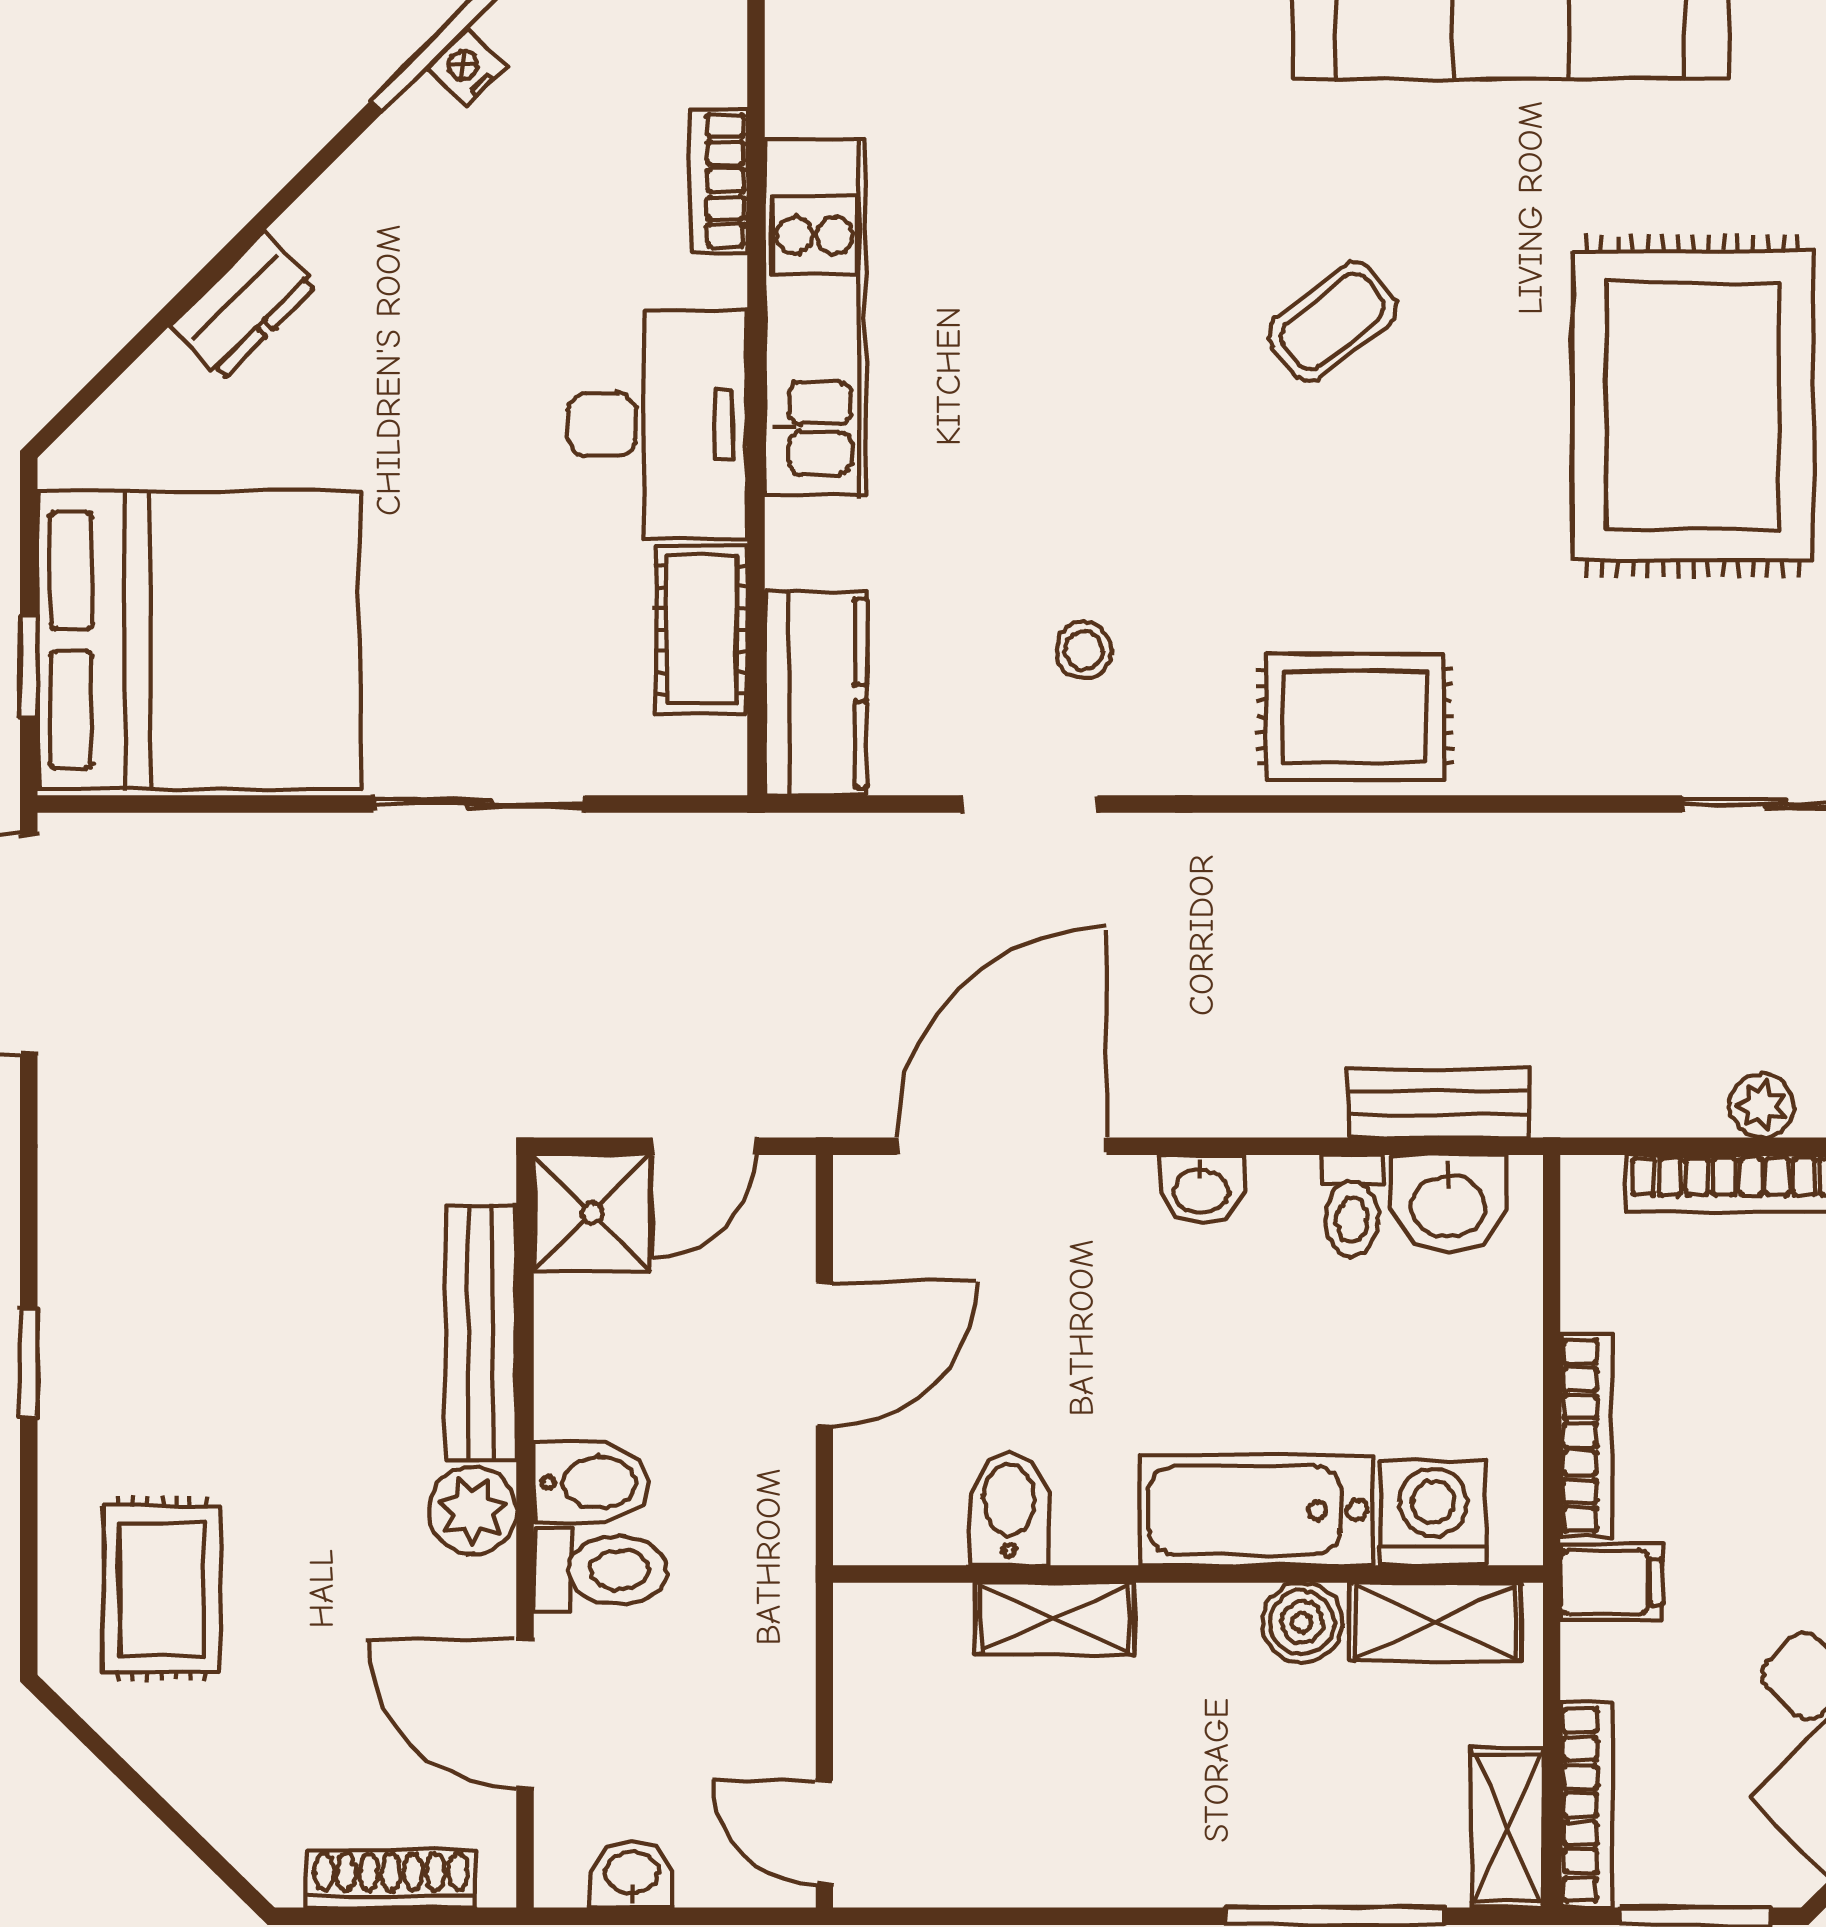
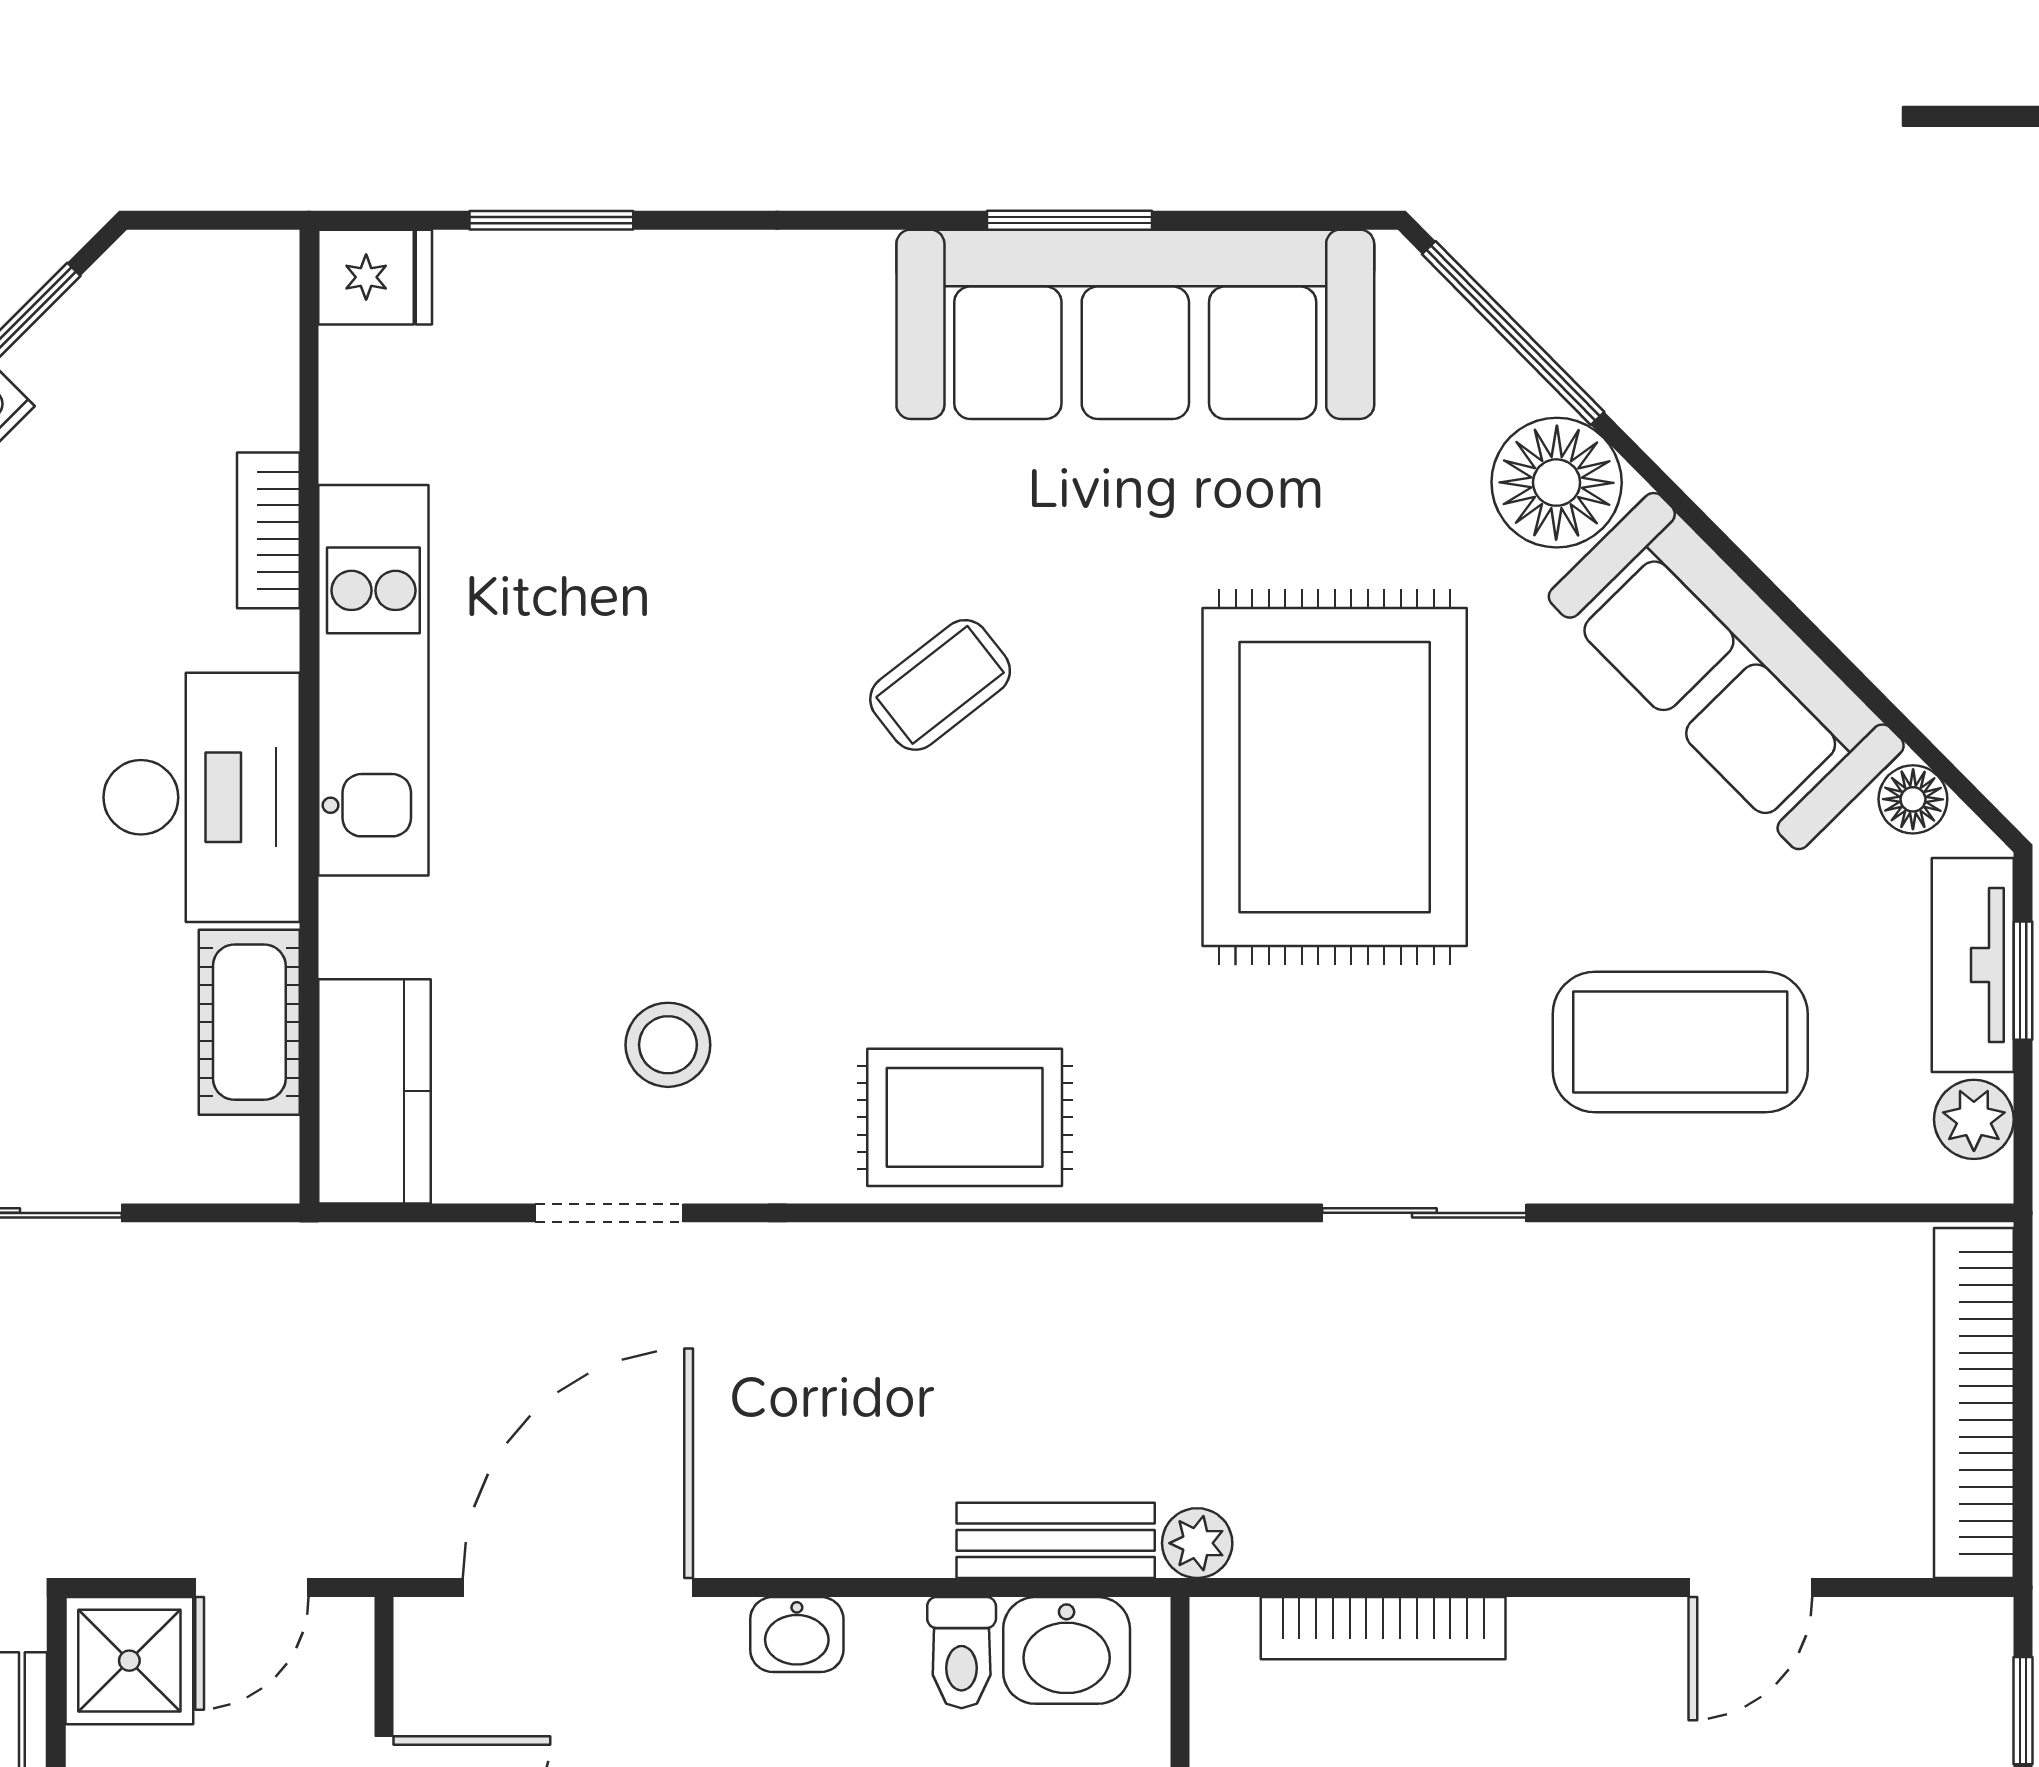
stool: (1084, 650) -> (668, 1045), width x1.37, depth x1.37
plant: (1761, 1106) -> (1197, 1543), moved

